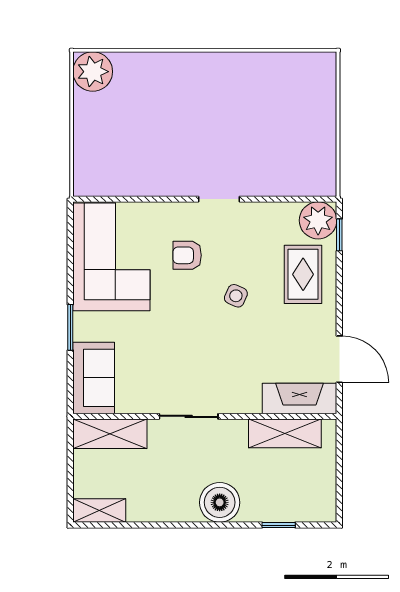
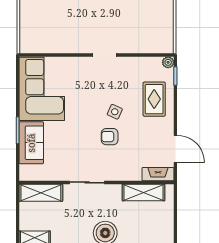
plant: (318, 220) -> (168, 62), width x0.53, depth x0.53
armchair: (187, 255) -> (110, 137), moved
sofa: (94, 378) -> (31, 143), moved
fireplace: (300, 399) -> (158, 174), width x0.73, depth x0.76

